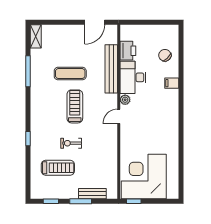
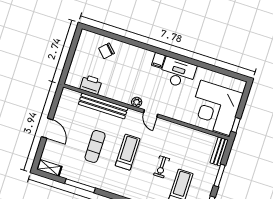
door: (95, 22) -> (47, 128), moved
desk: (133, 77) -> (178, 73), moved, turned 180
filing cabinet: (172, 83) -> (158, 60), moved
treadmill: (75, 106) -> (128, 152), turned 90
bench: (92, 194) -> (219, 151), moved

